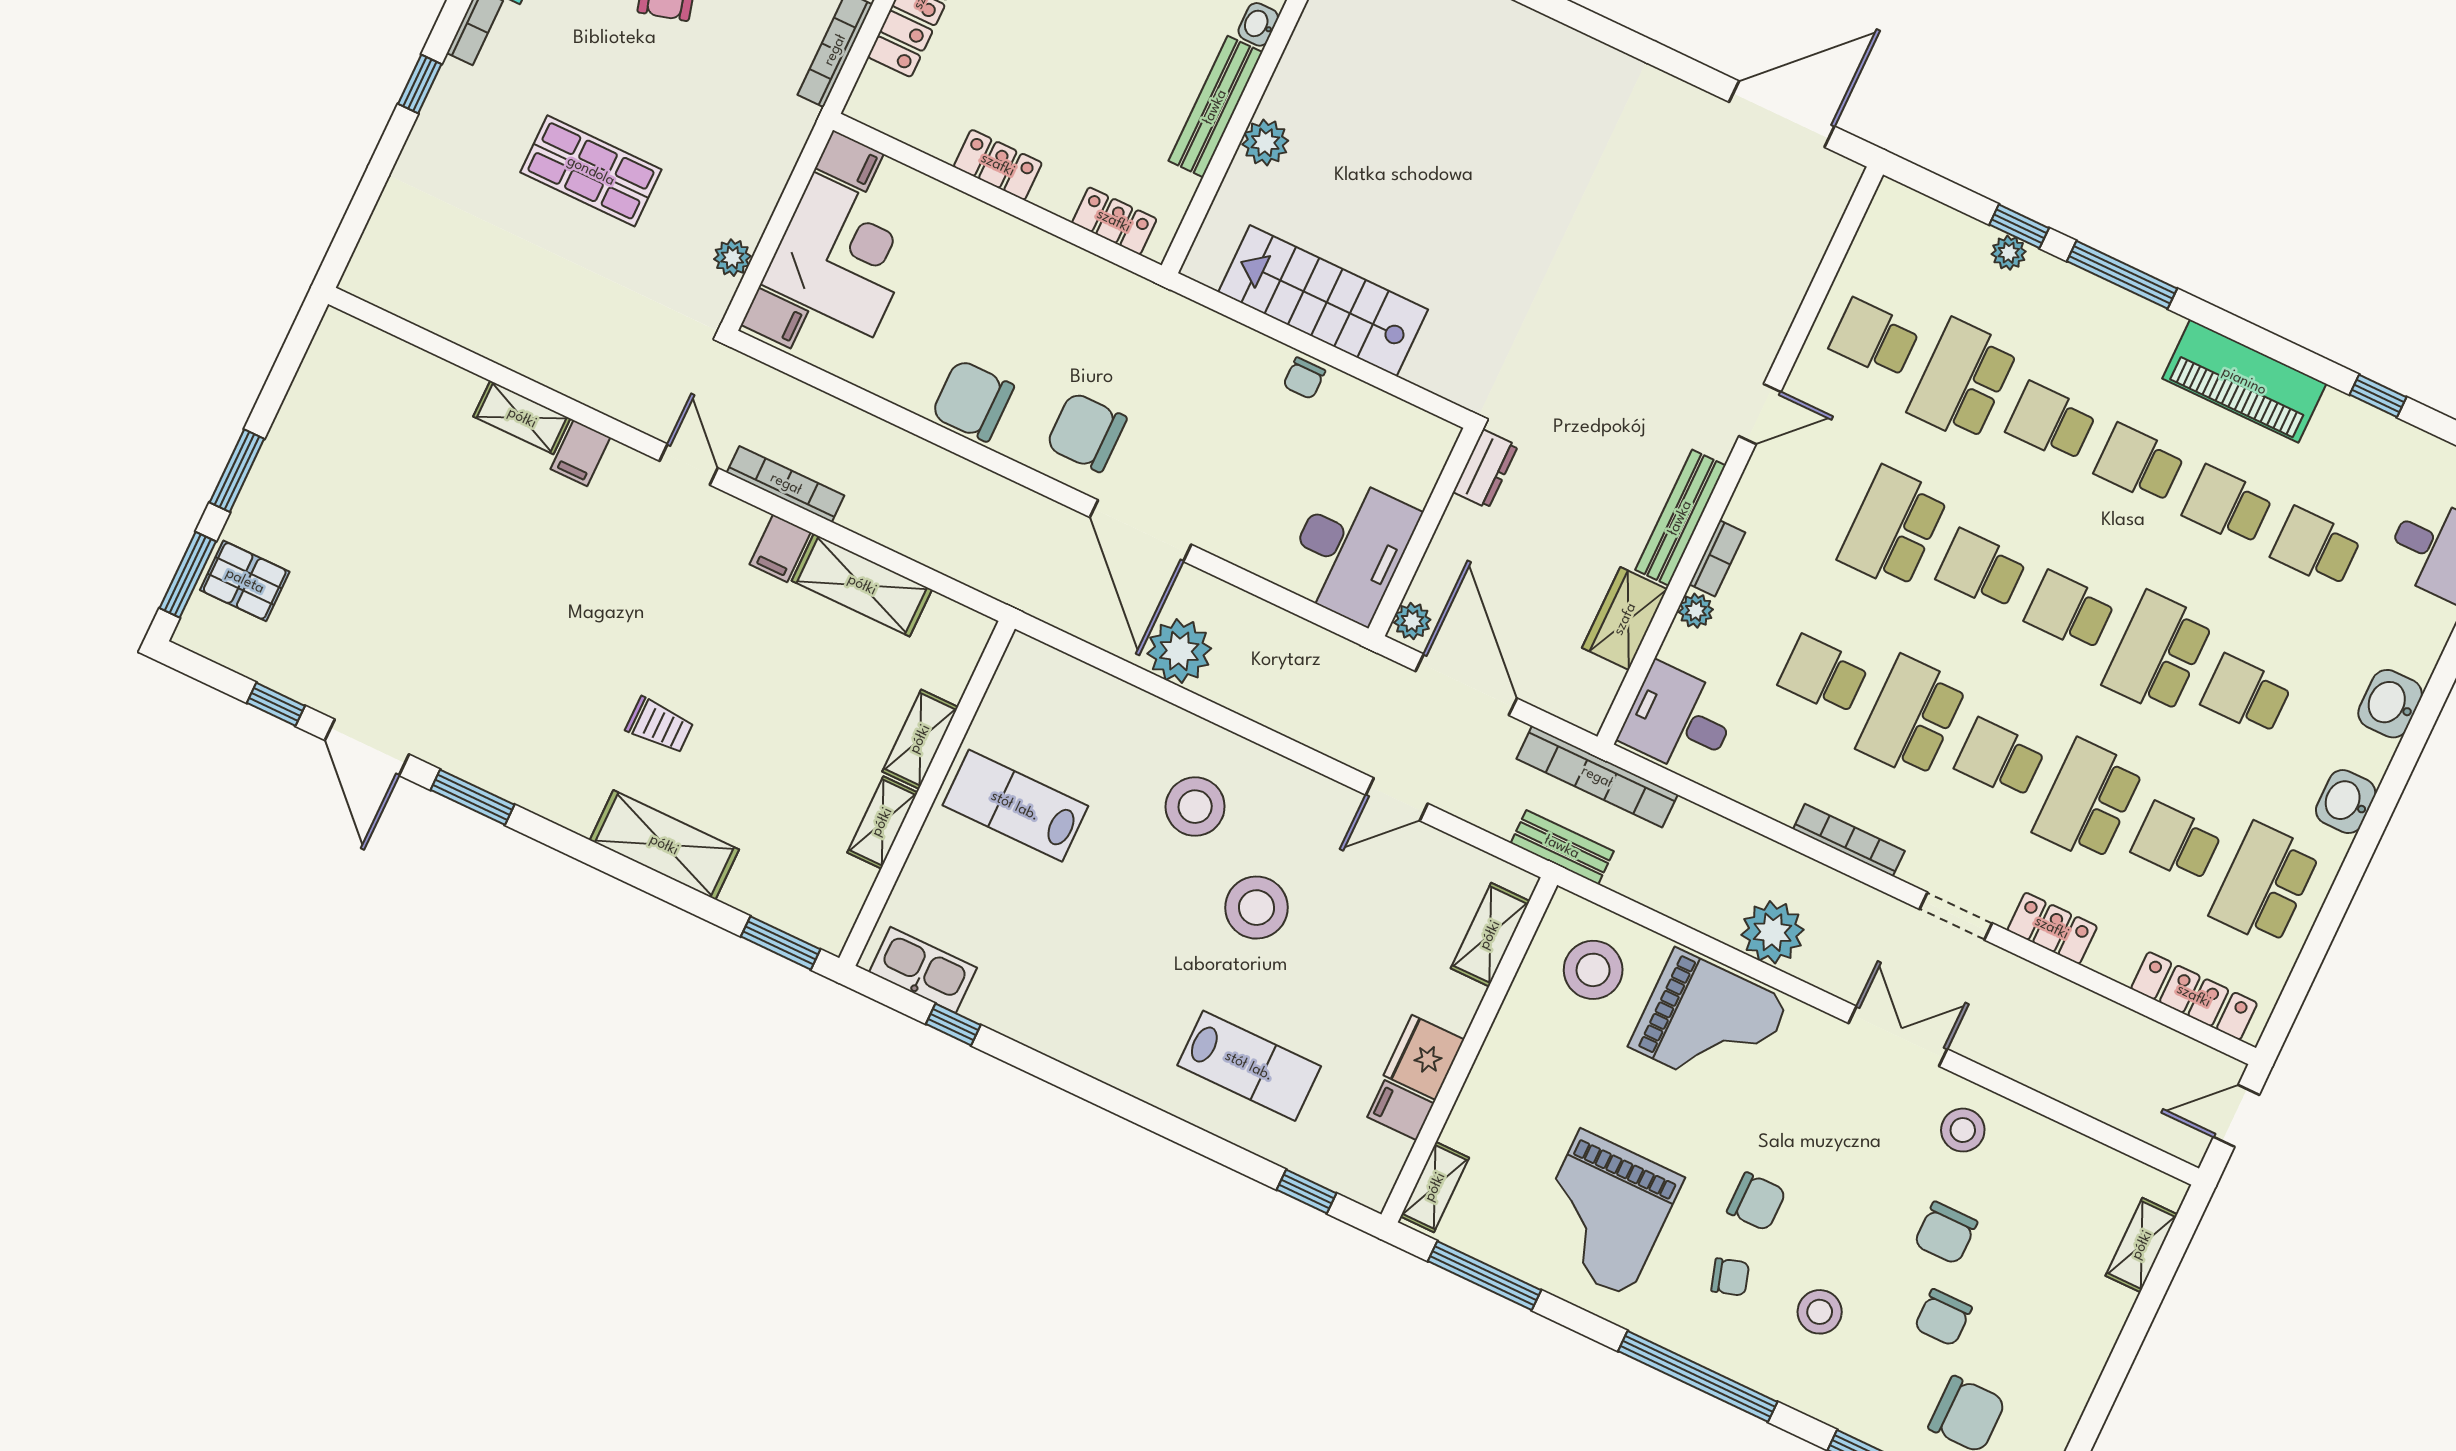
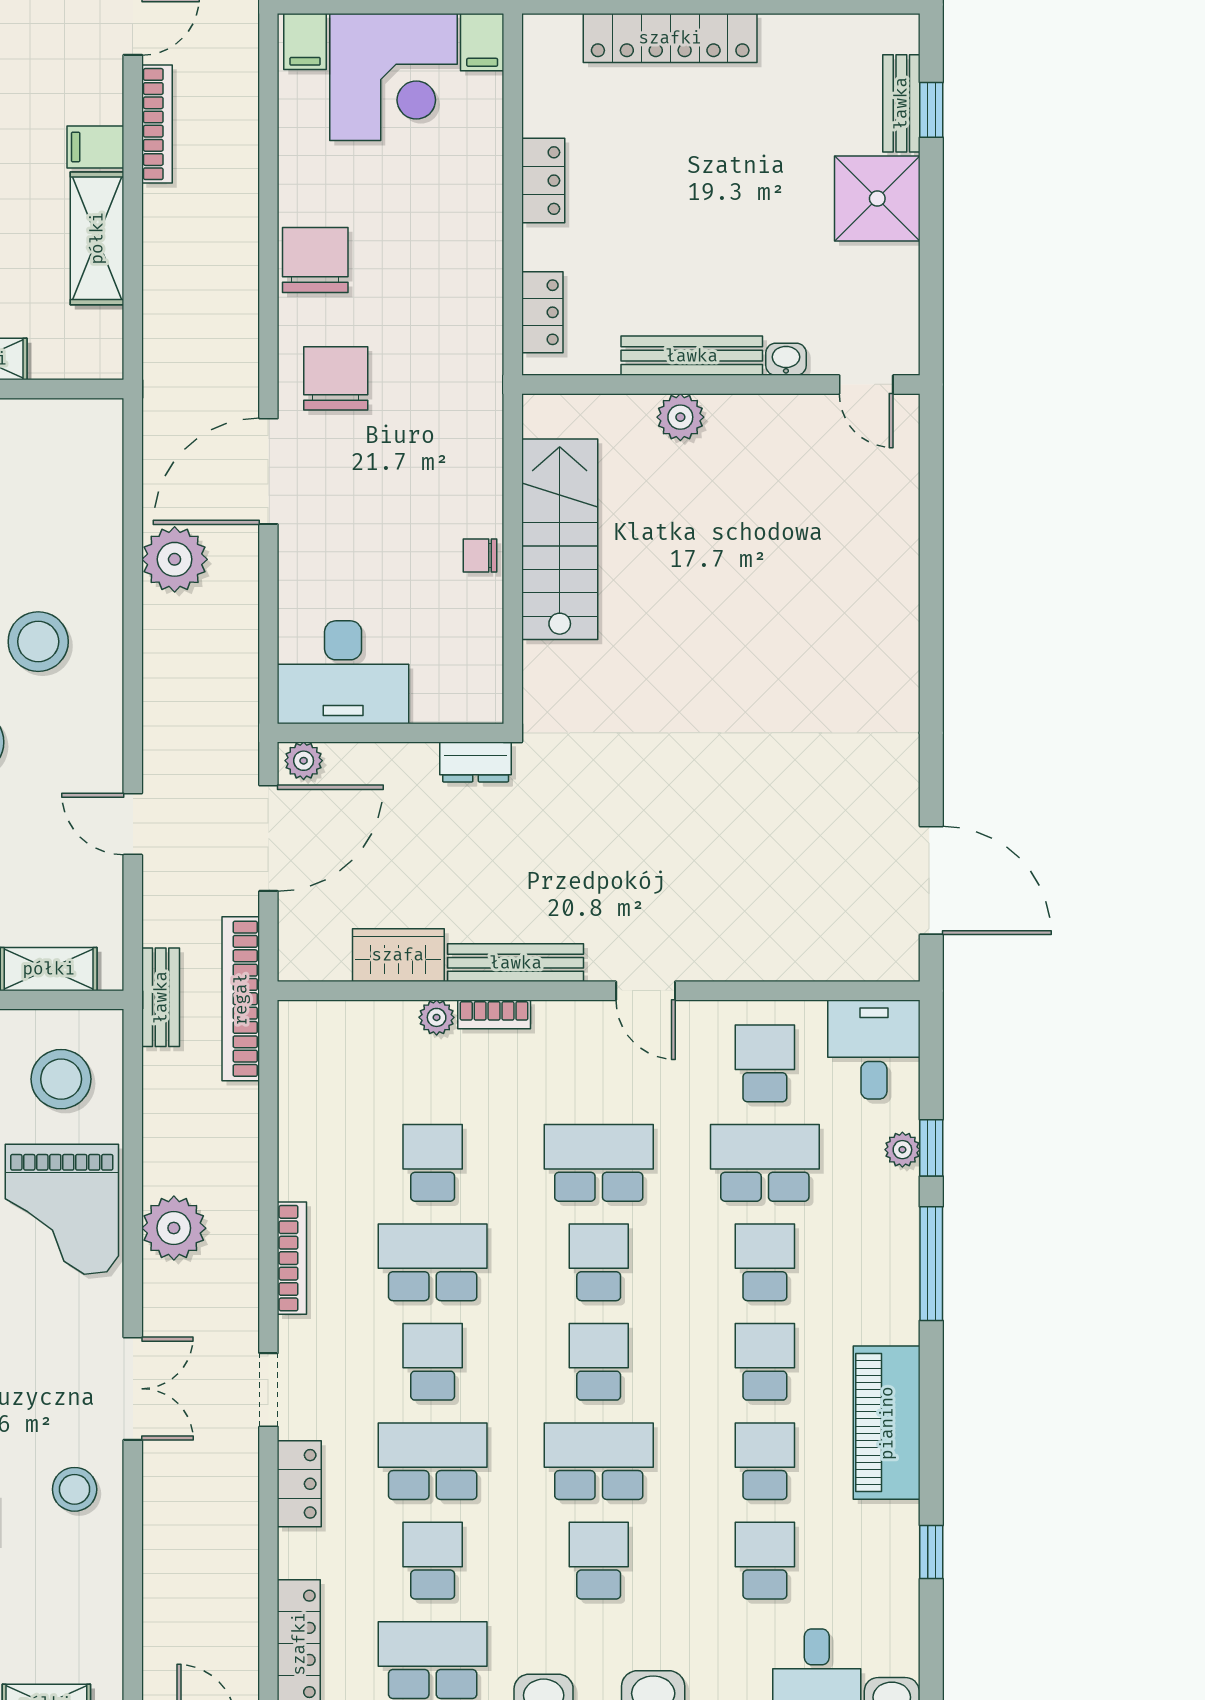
desk: (1679, 720) -> (874, 1049), moved

